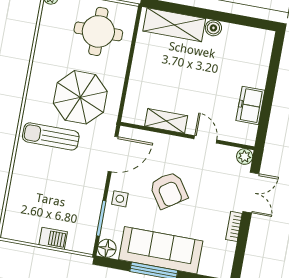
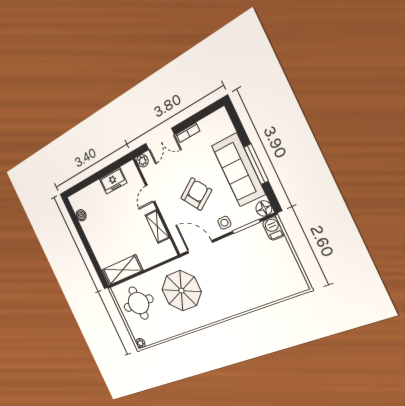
shelving: (174, 25) -> (122, 270), moved, turned 90
boiler: (213, 28) -> (81, 215), moved
sun lounger: (51, 136) -> (218, 295), removed
double door: (251, 193) -> (160, 139), swing flipped
barbecue: (53, 238) -> (273, 229), moved

